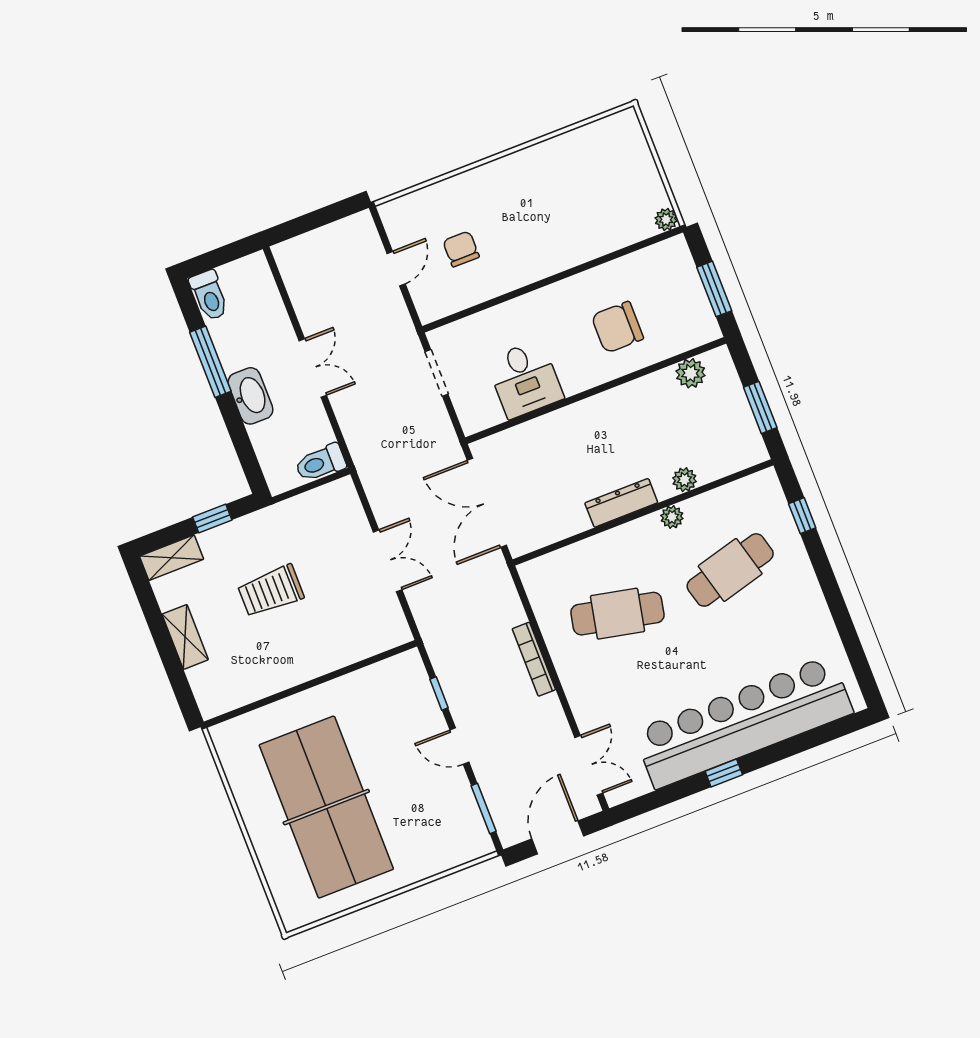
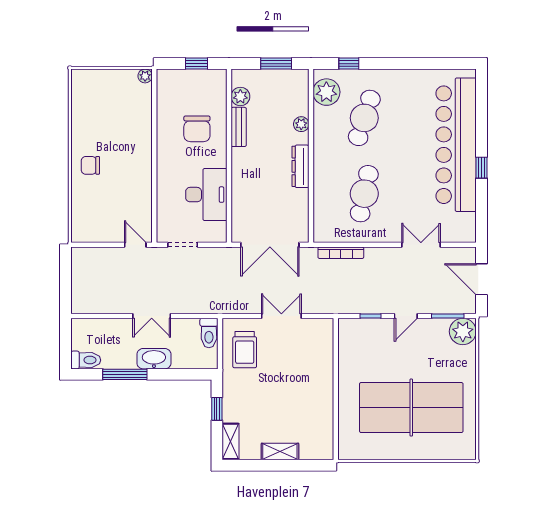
chair: (461, 249) -> (90, 165), moved
door: (396, 269) -> (135, 245), moved
window: (714, 289) -> (197, 64), width x0.67
double door: (313, 368) -> (152, 316), swing flipped
desk: (525, 379) -> (206, 195), width x1.37
bench: (644, 388) -> (239, 127), added
plant: (672, 517) -> (326, 92), moved, width x1.88, depth x1.88
cafe table: (730, 570) -> (364, 118), turned 33
trolley: (271, 591) -> (245, 350), moved
bookcase: (534, 659) -> (341, 253), moved
double door: (589, 765) -> (421, 245), moved
plant: (469, 840) -> (463, 331), added

